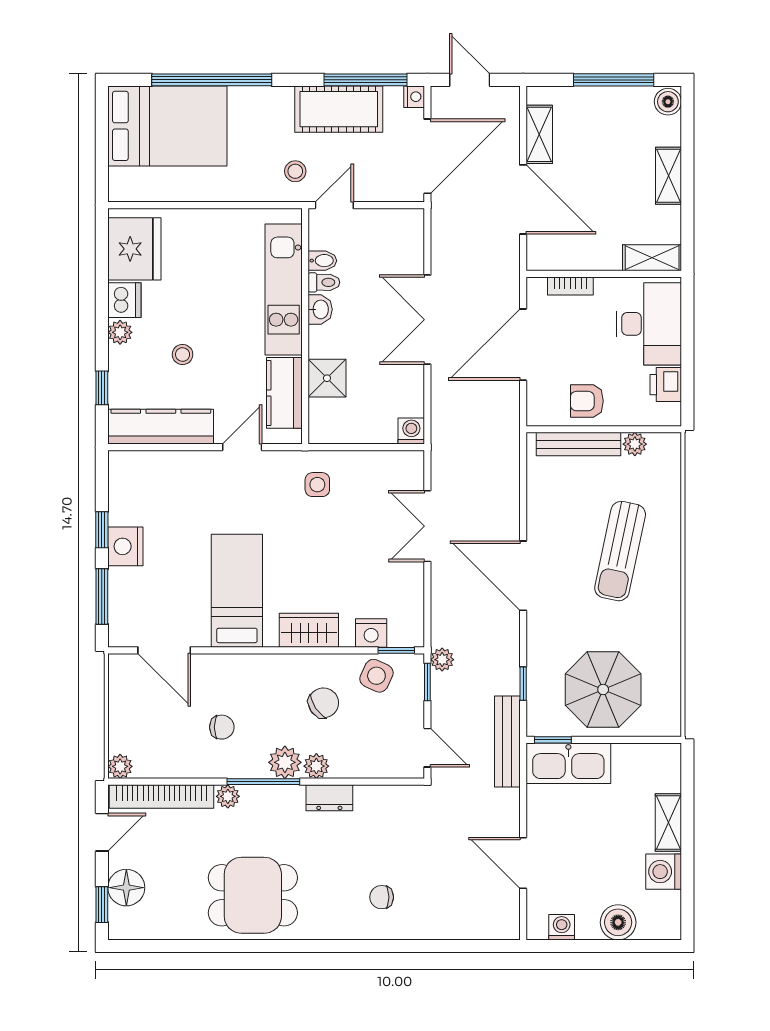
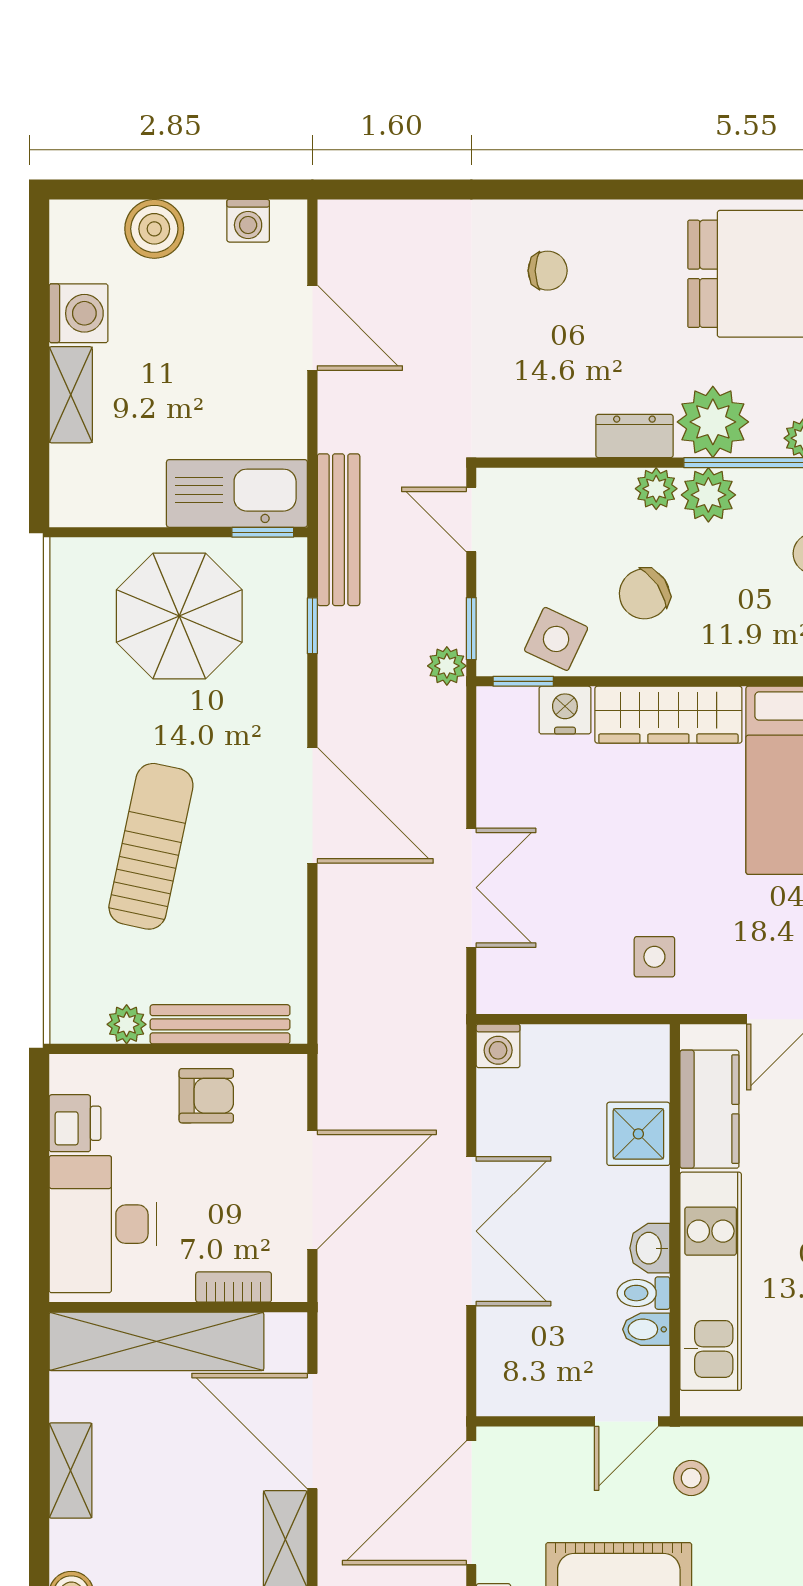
shelving: (652, 258) -> (156, 1341), width x2.20, depth x1.33
wardrobe: (309, 630) -> (668, 715), width x1.50
plant: (282, 806) -> (713, 422), added

